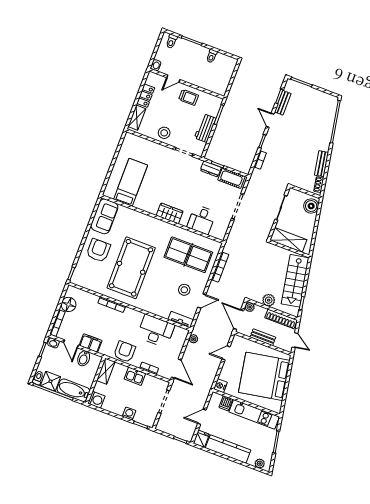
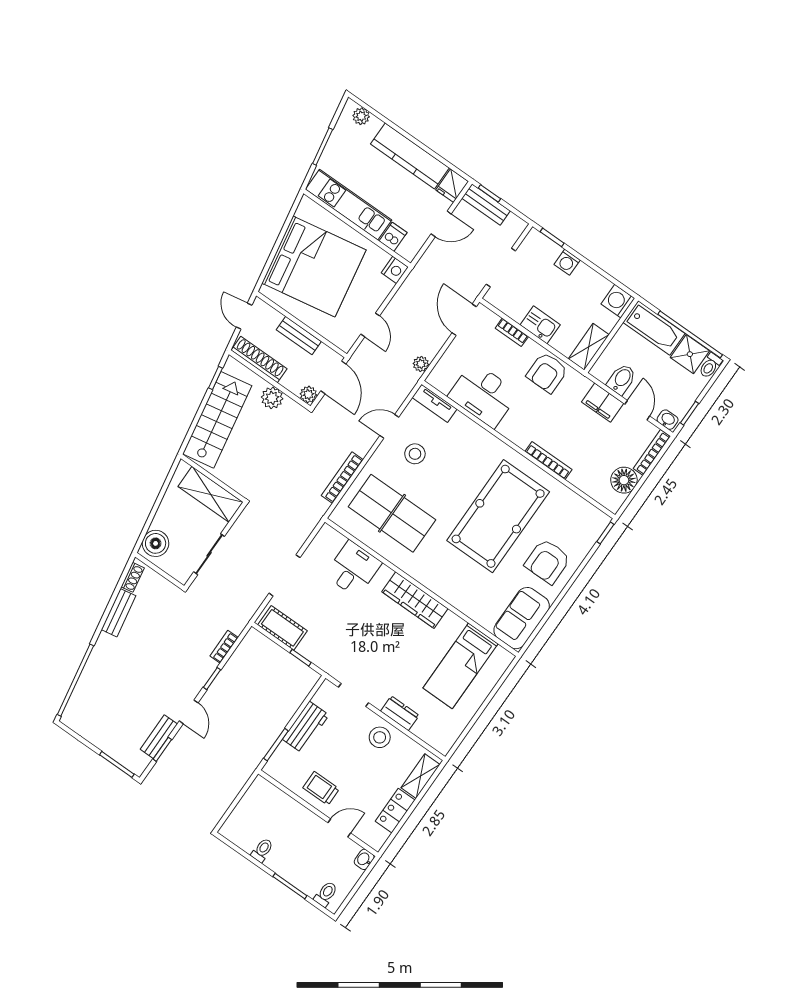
dresser: (211, 169) -> (400, 713), moved
wardrobe: (170, 213) -> (415, 600), width x1.50
door: (226, 353) -> (370, 325), hinge flipped
bench: (180, 433) -> (486, 205), added

